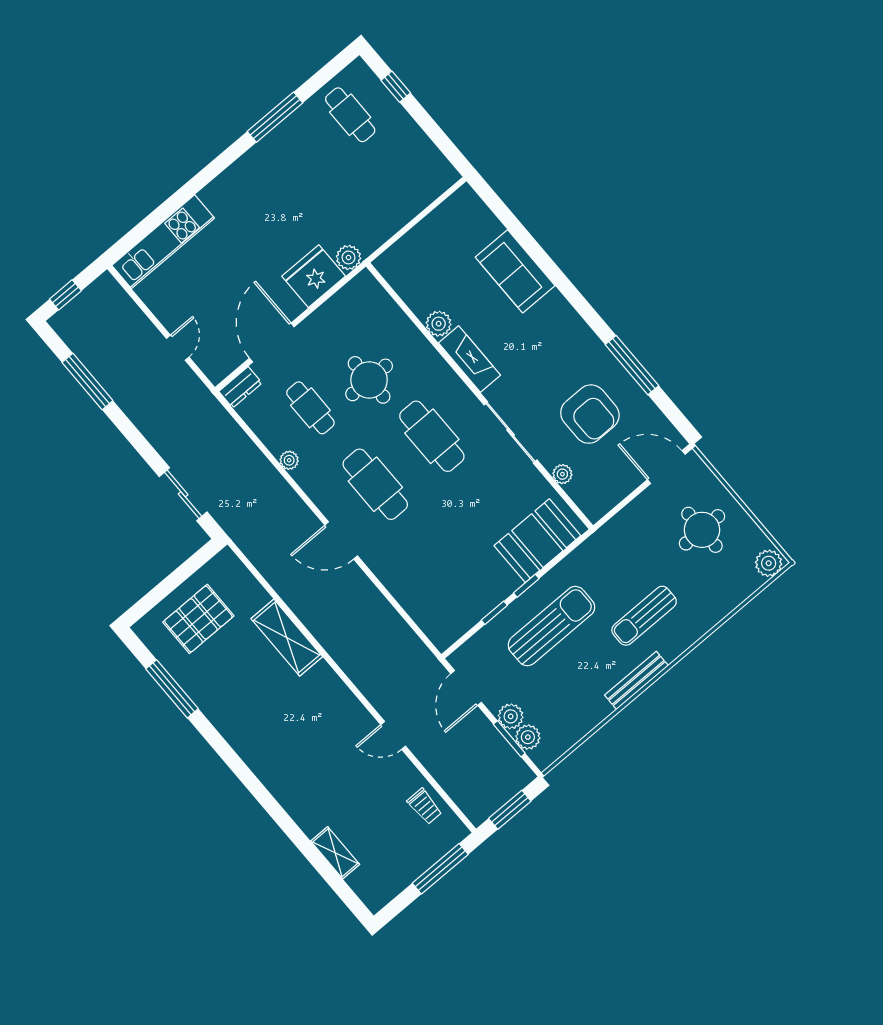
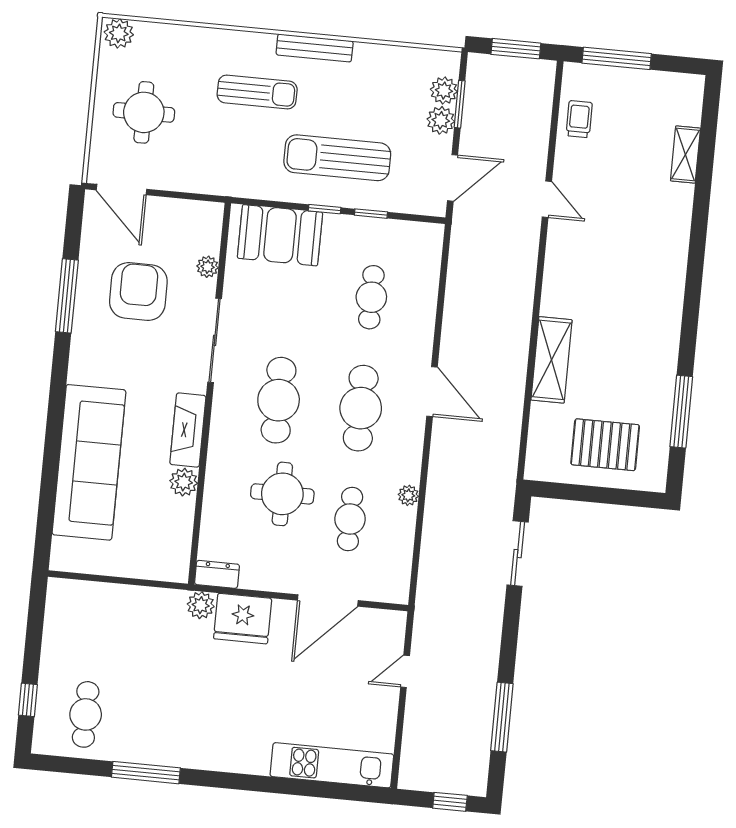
sofa: (515, 271) -> (89, 462), width x1.85, depth x1.27
dresser: (240, 387) -> (217, 574), moved
cafe table: (440, 561) -> (371, 297), added

